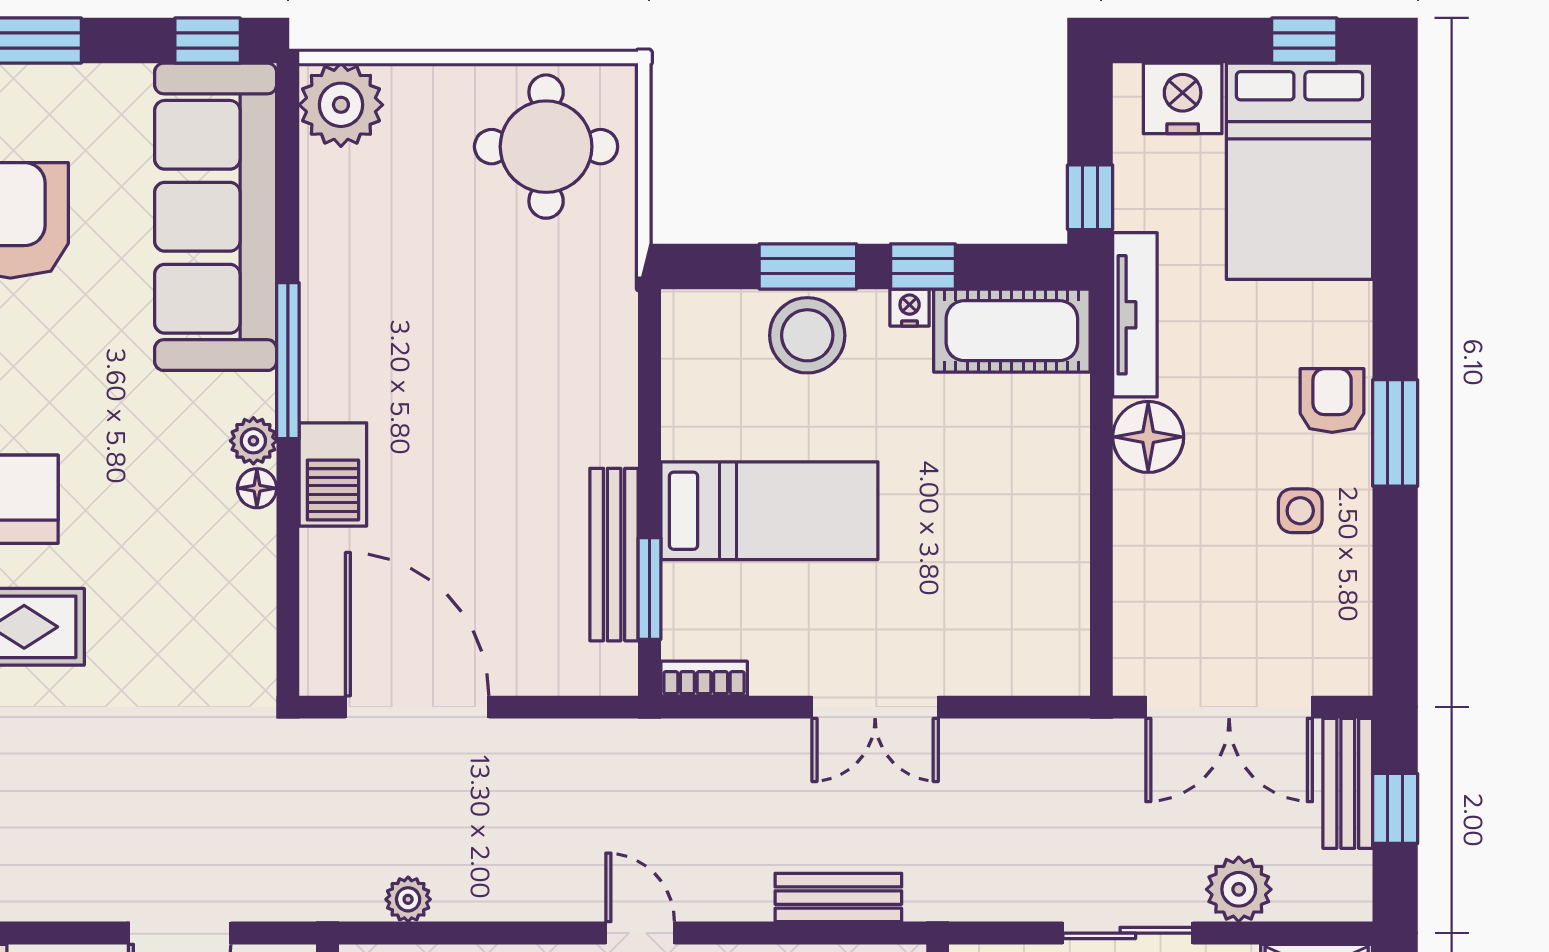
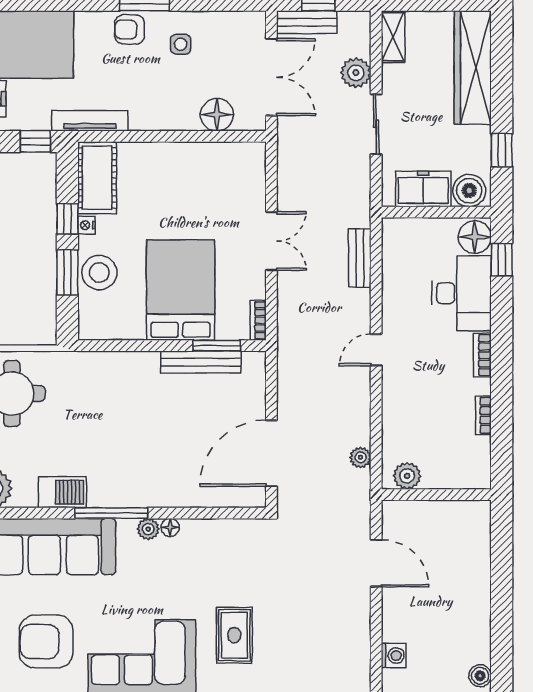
floor lamp: (1148, 437) -> (217, 115), moved
barbecue: (333, 474) -> (62, 492), moved
bed: (769, 511) -> (181, 290), width x1.50

